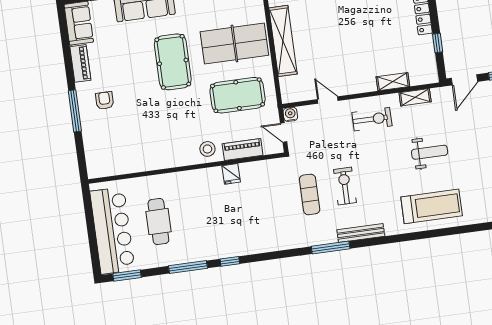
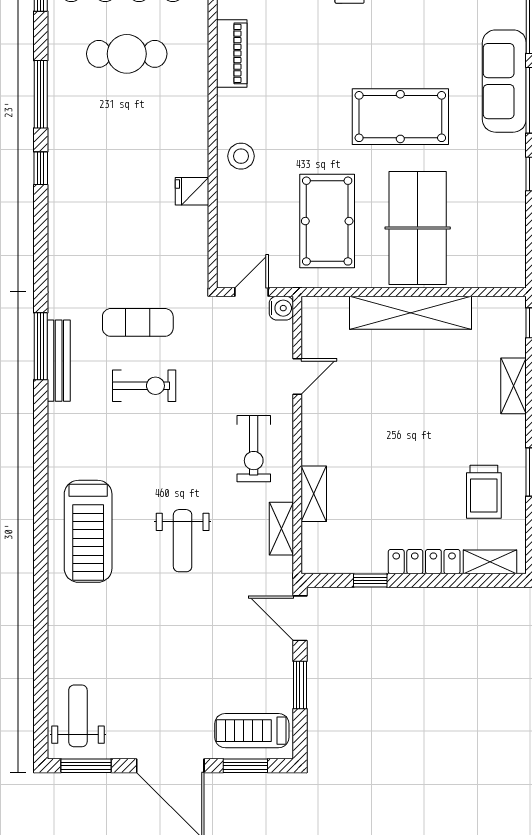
piano: (243, 149) -> (232, 53), moved
bench: (361, 233) -> (59, 361), moved

